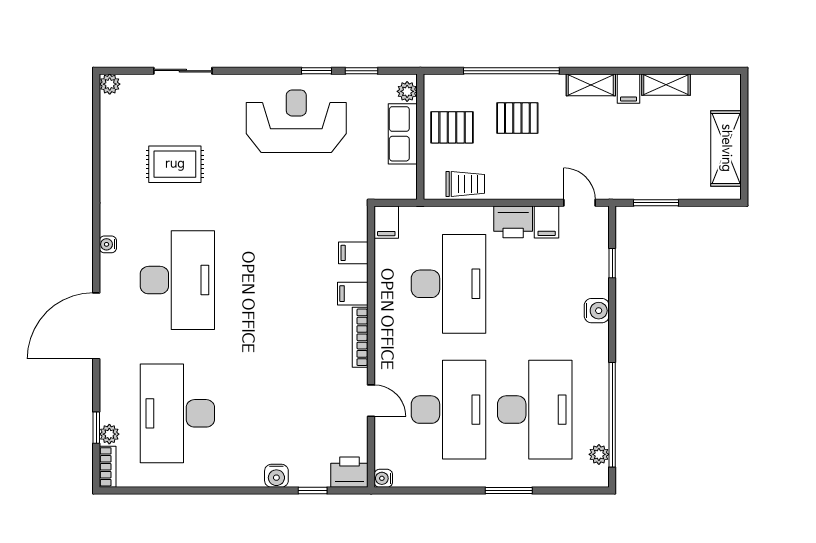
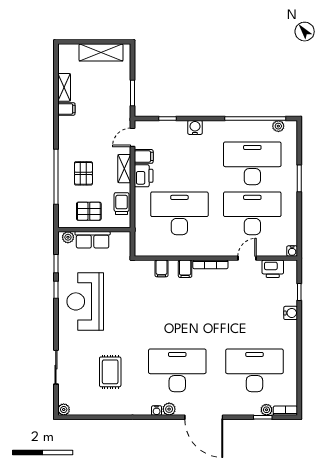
shelving: (591, 85) -> (124, 169), moved
pallet: (452, 127) -> (89, 211), turned 90
filing cabinet: (386, 222) -> (144, 249), removed
plant: (110, 266) -> (169, 409), added
desk: (177, 413) -> (254, 370), turned 180
printer: (349, 472) -> (273, 269), moved, turned -90

